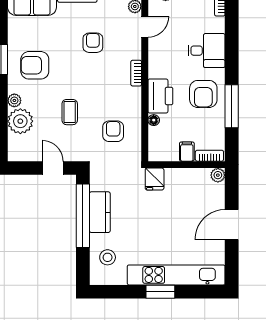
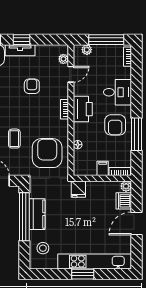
printer: (160, 96) -> (83, 109), moved
armchair: (113, 131) -> (47, 153), width x1.88, depth x1.88
dishwasher: (215, 195) -> (124, 201), added

